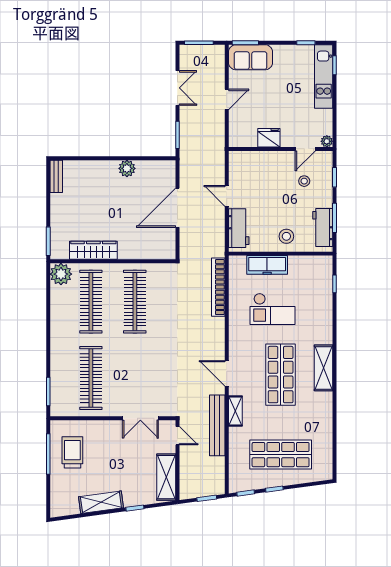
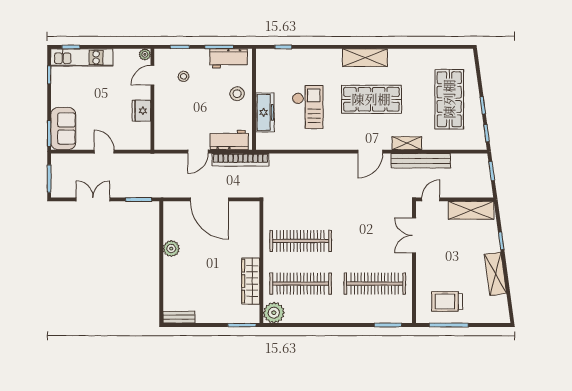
door: (305, 149) -> (152, 75), swing flipped
bookcase: (218, 287) -> (240, 160), moved
double door: (140, 418) -> (414, 235), swing flipped

